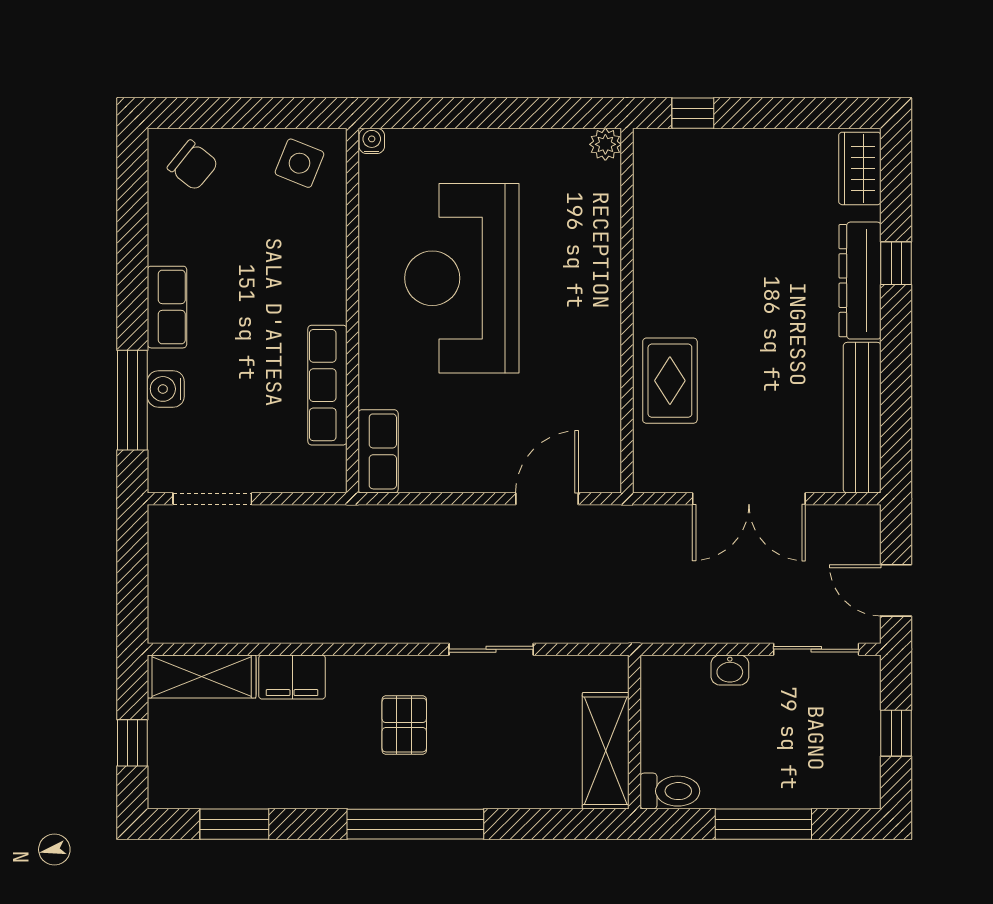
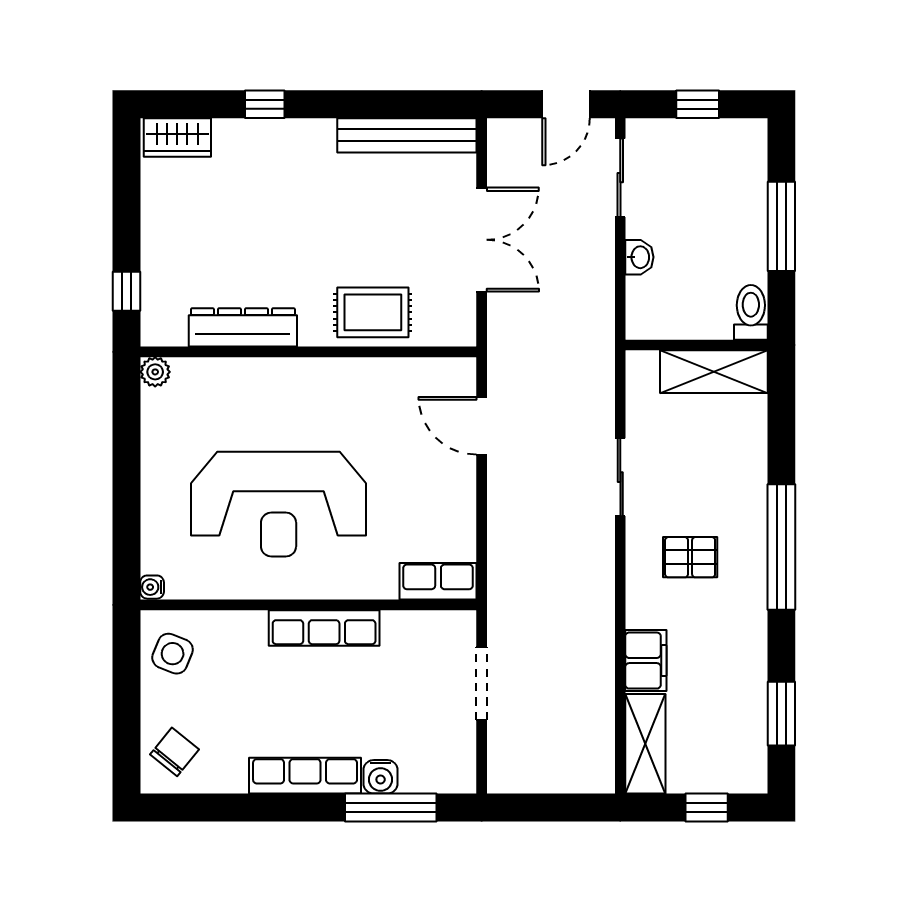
dresser: (860, 281) -> (243, 327), moved, turned 180
row of seats: (167, 307) -> (305, 776), width x1.48
row of seats: (327, 385) -> (324, 628), moved
doorway: (212, 499) -> (482, 684), moved

